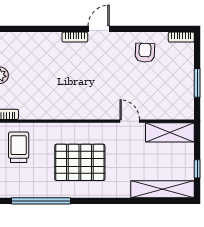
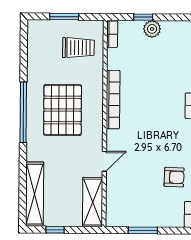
bookcase: (69, 113) -> (113, 100), added
window: (41, 201) -> (23, 112), moved

